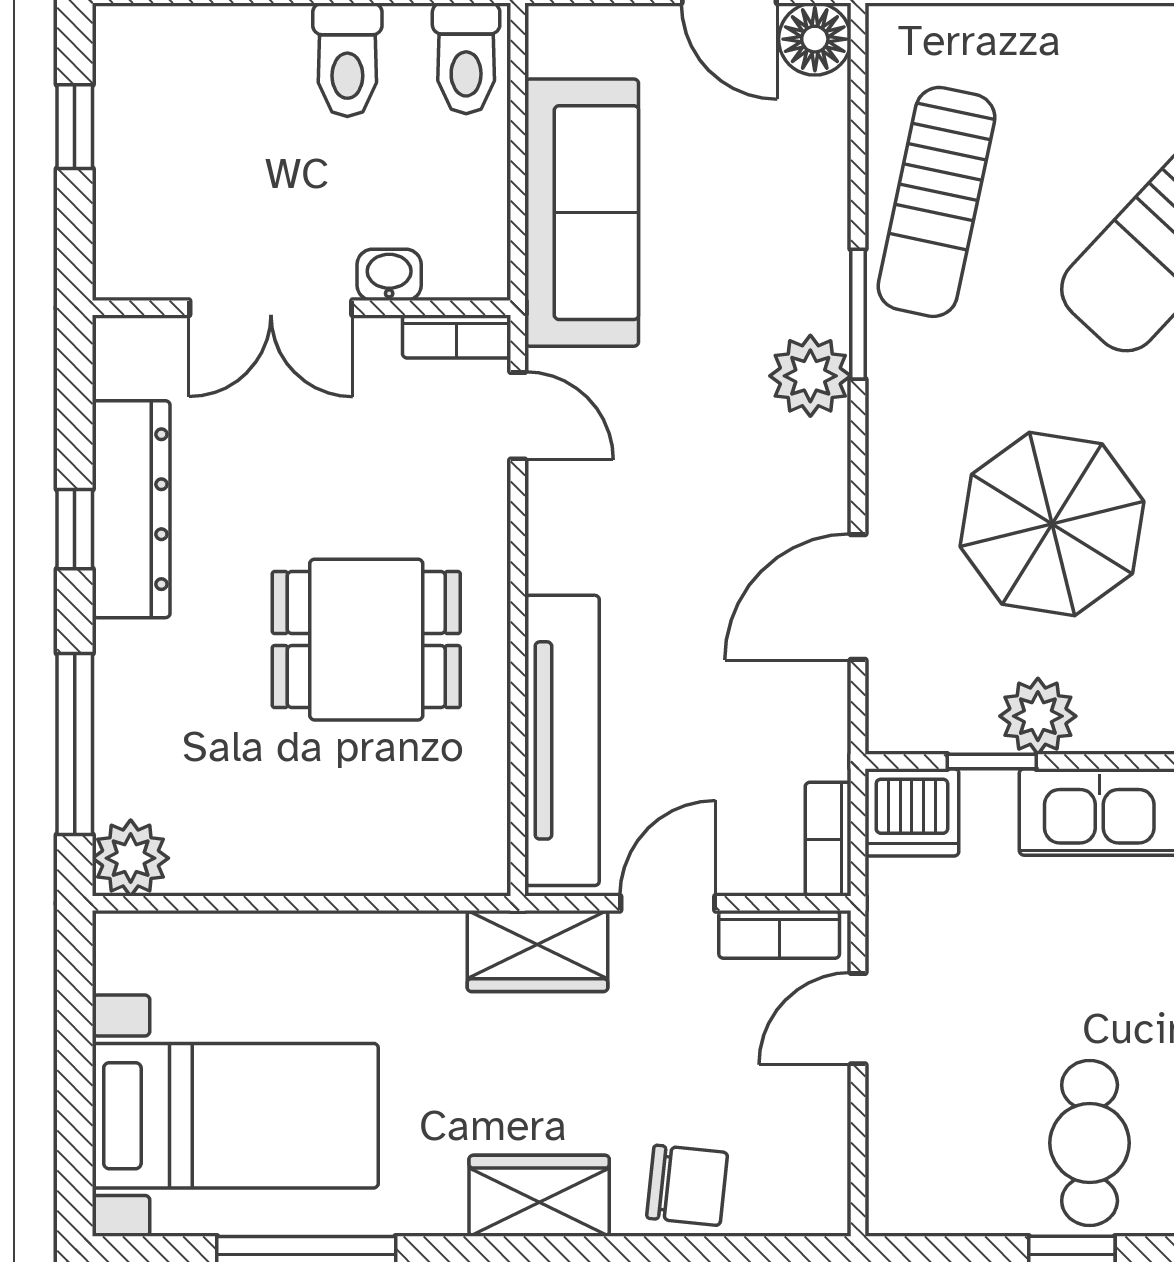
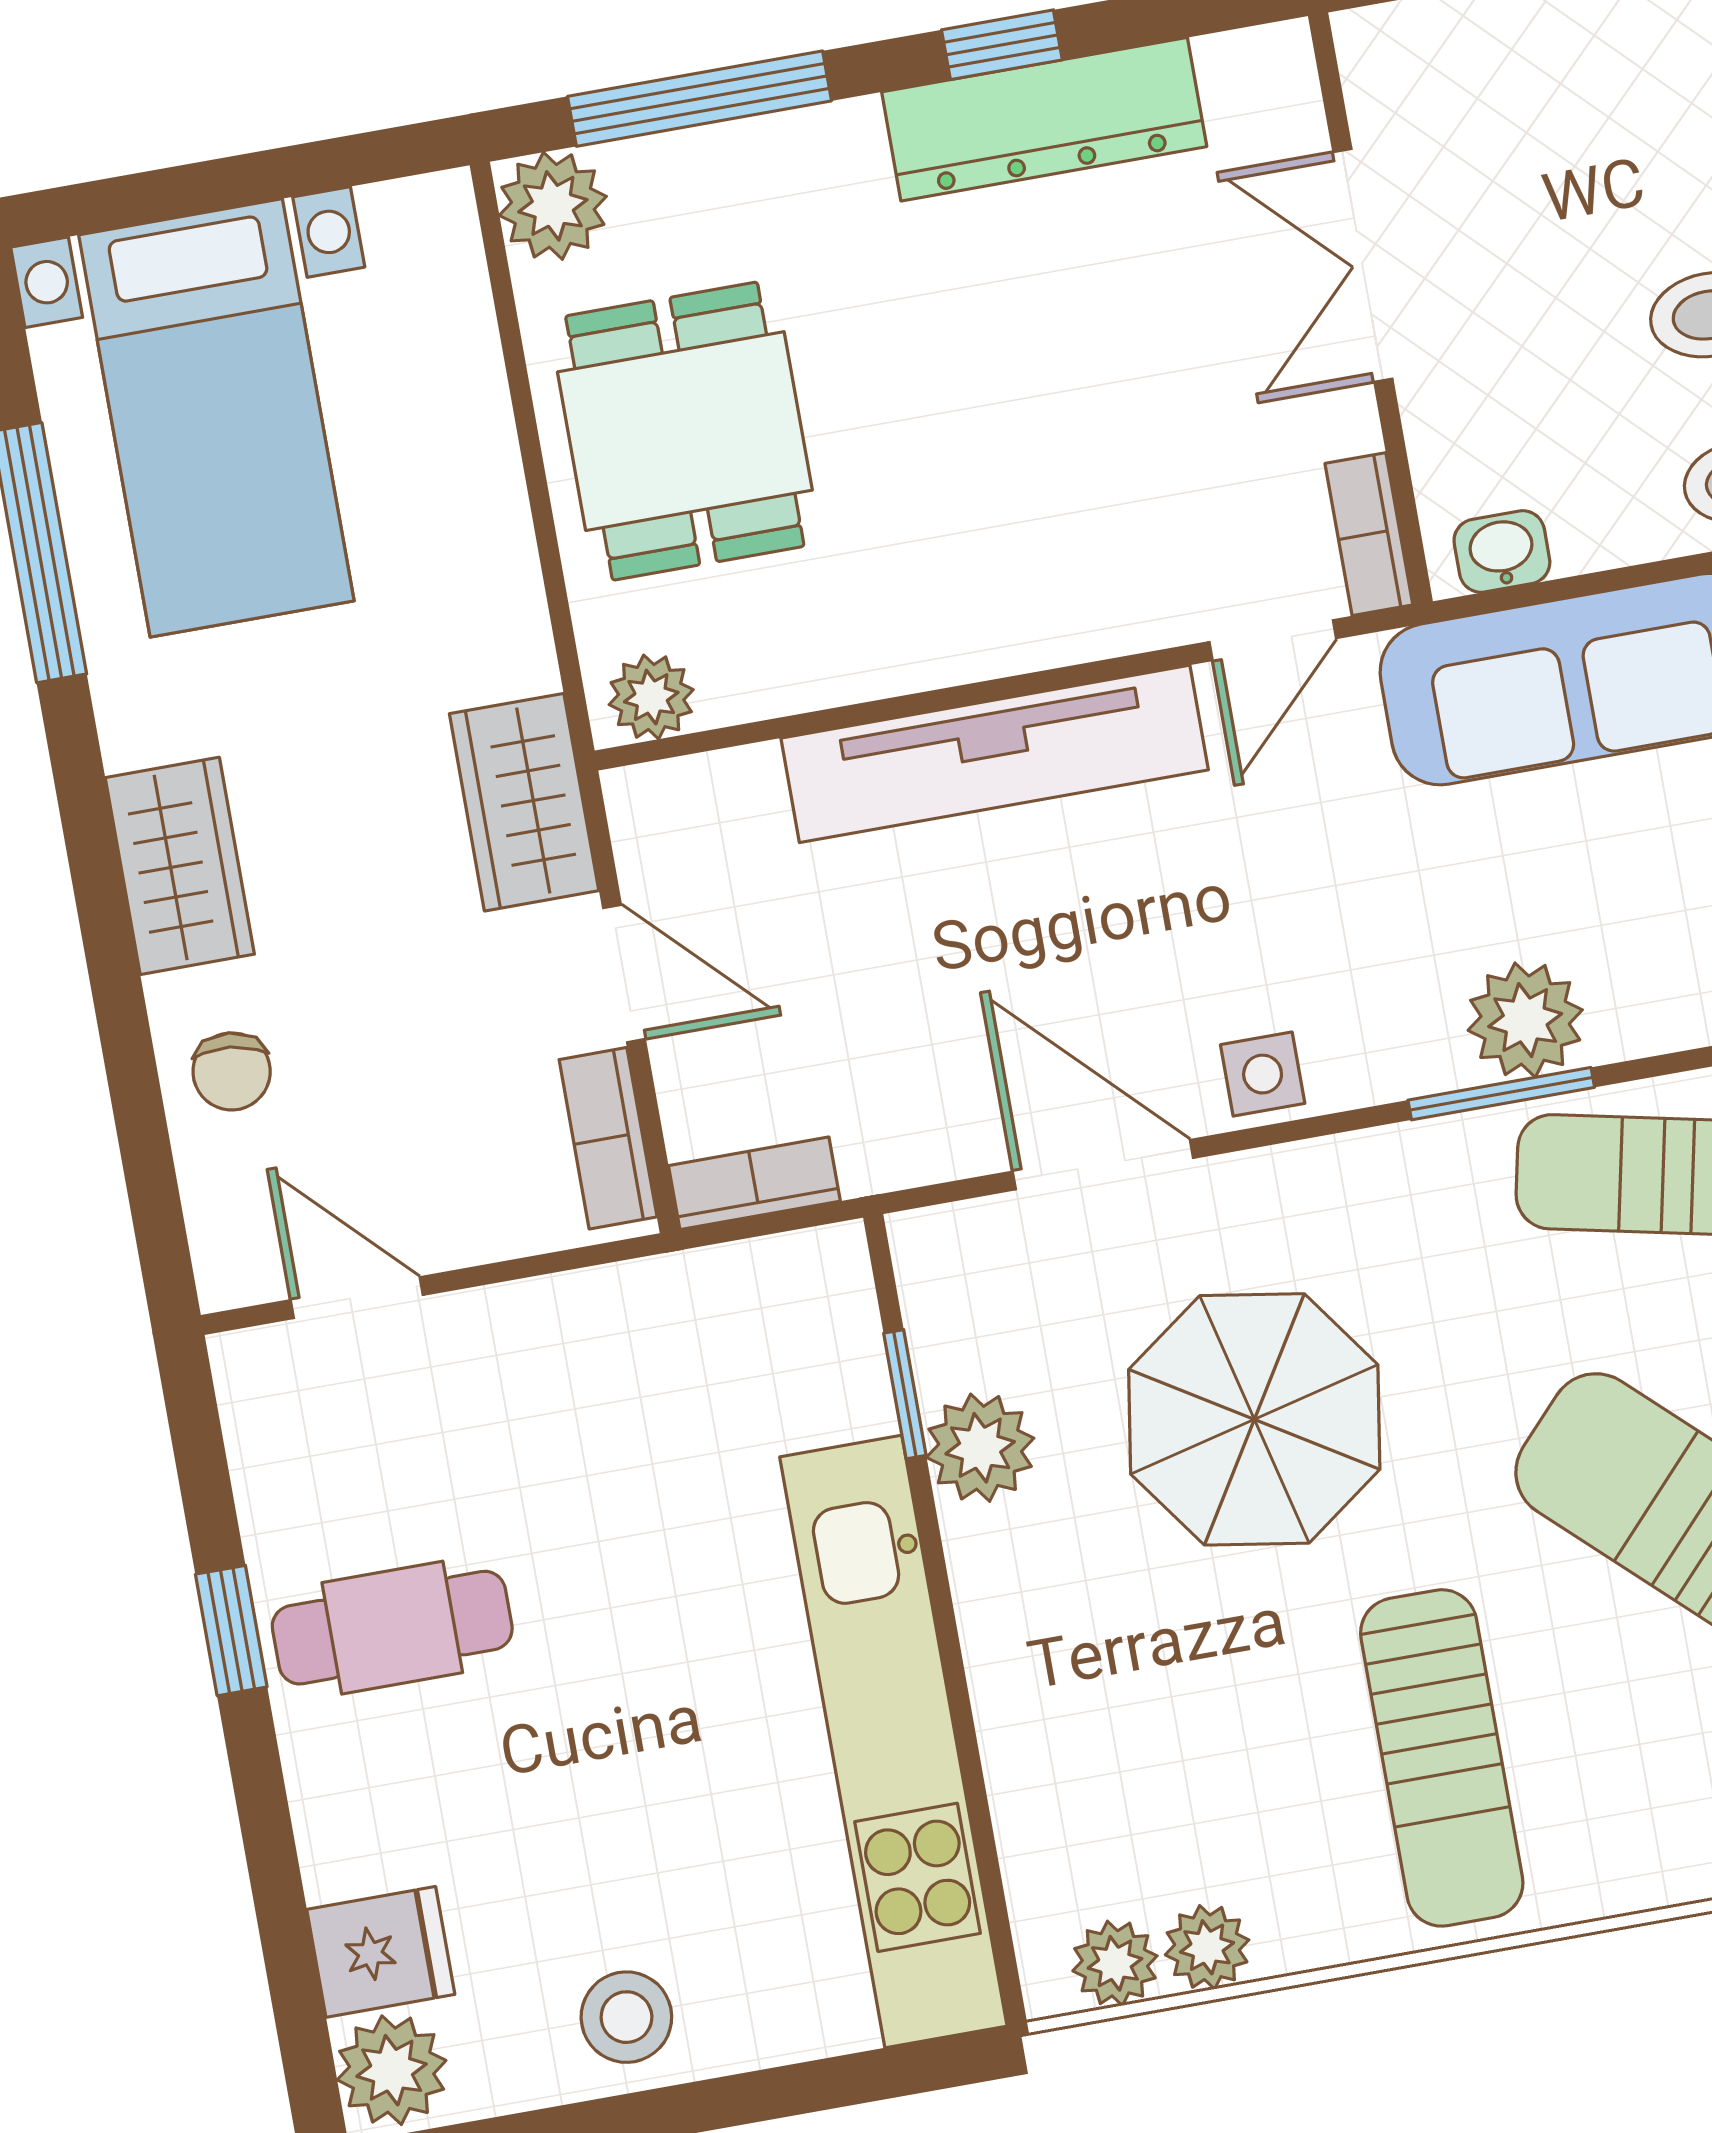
washbasin: (389, 275) -> (1502, 552), moved, turned -90
plant: (810, 376) -> (1525, 1020), moved
side table: (815, 476) -> (1263, 1074), added
dining table: (366, 640) -> (685, 431), moved
tv unit: (562, 740) -> (995, 754), moved
dishwasher: (912, 812) -> (813, 1295), removed
plant: (481, 851) -> (651, 697), added
door: (858, 1019) -> (357, 1298), moved
chair: (687, 1185) -> (232, 1071), width x0.73, depth x0.73

